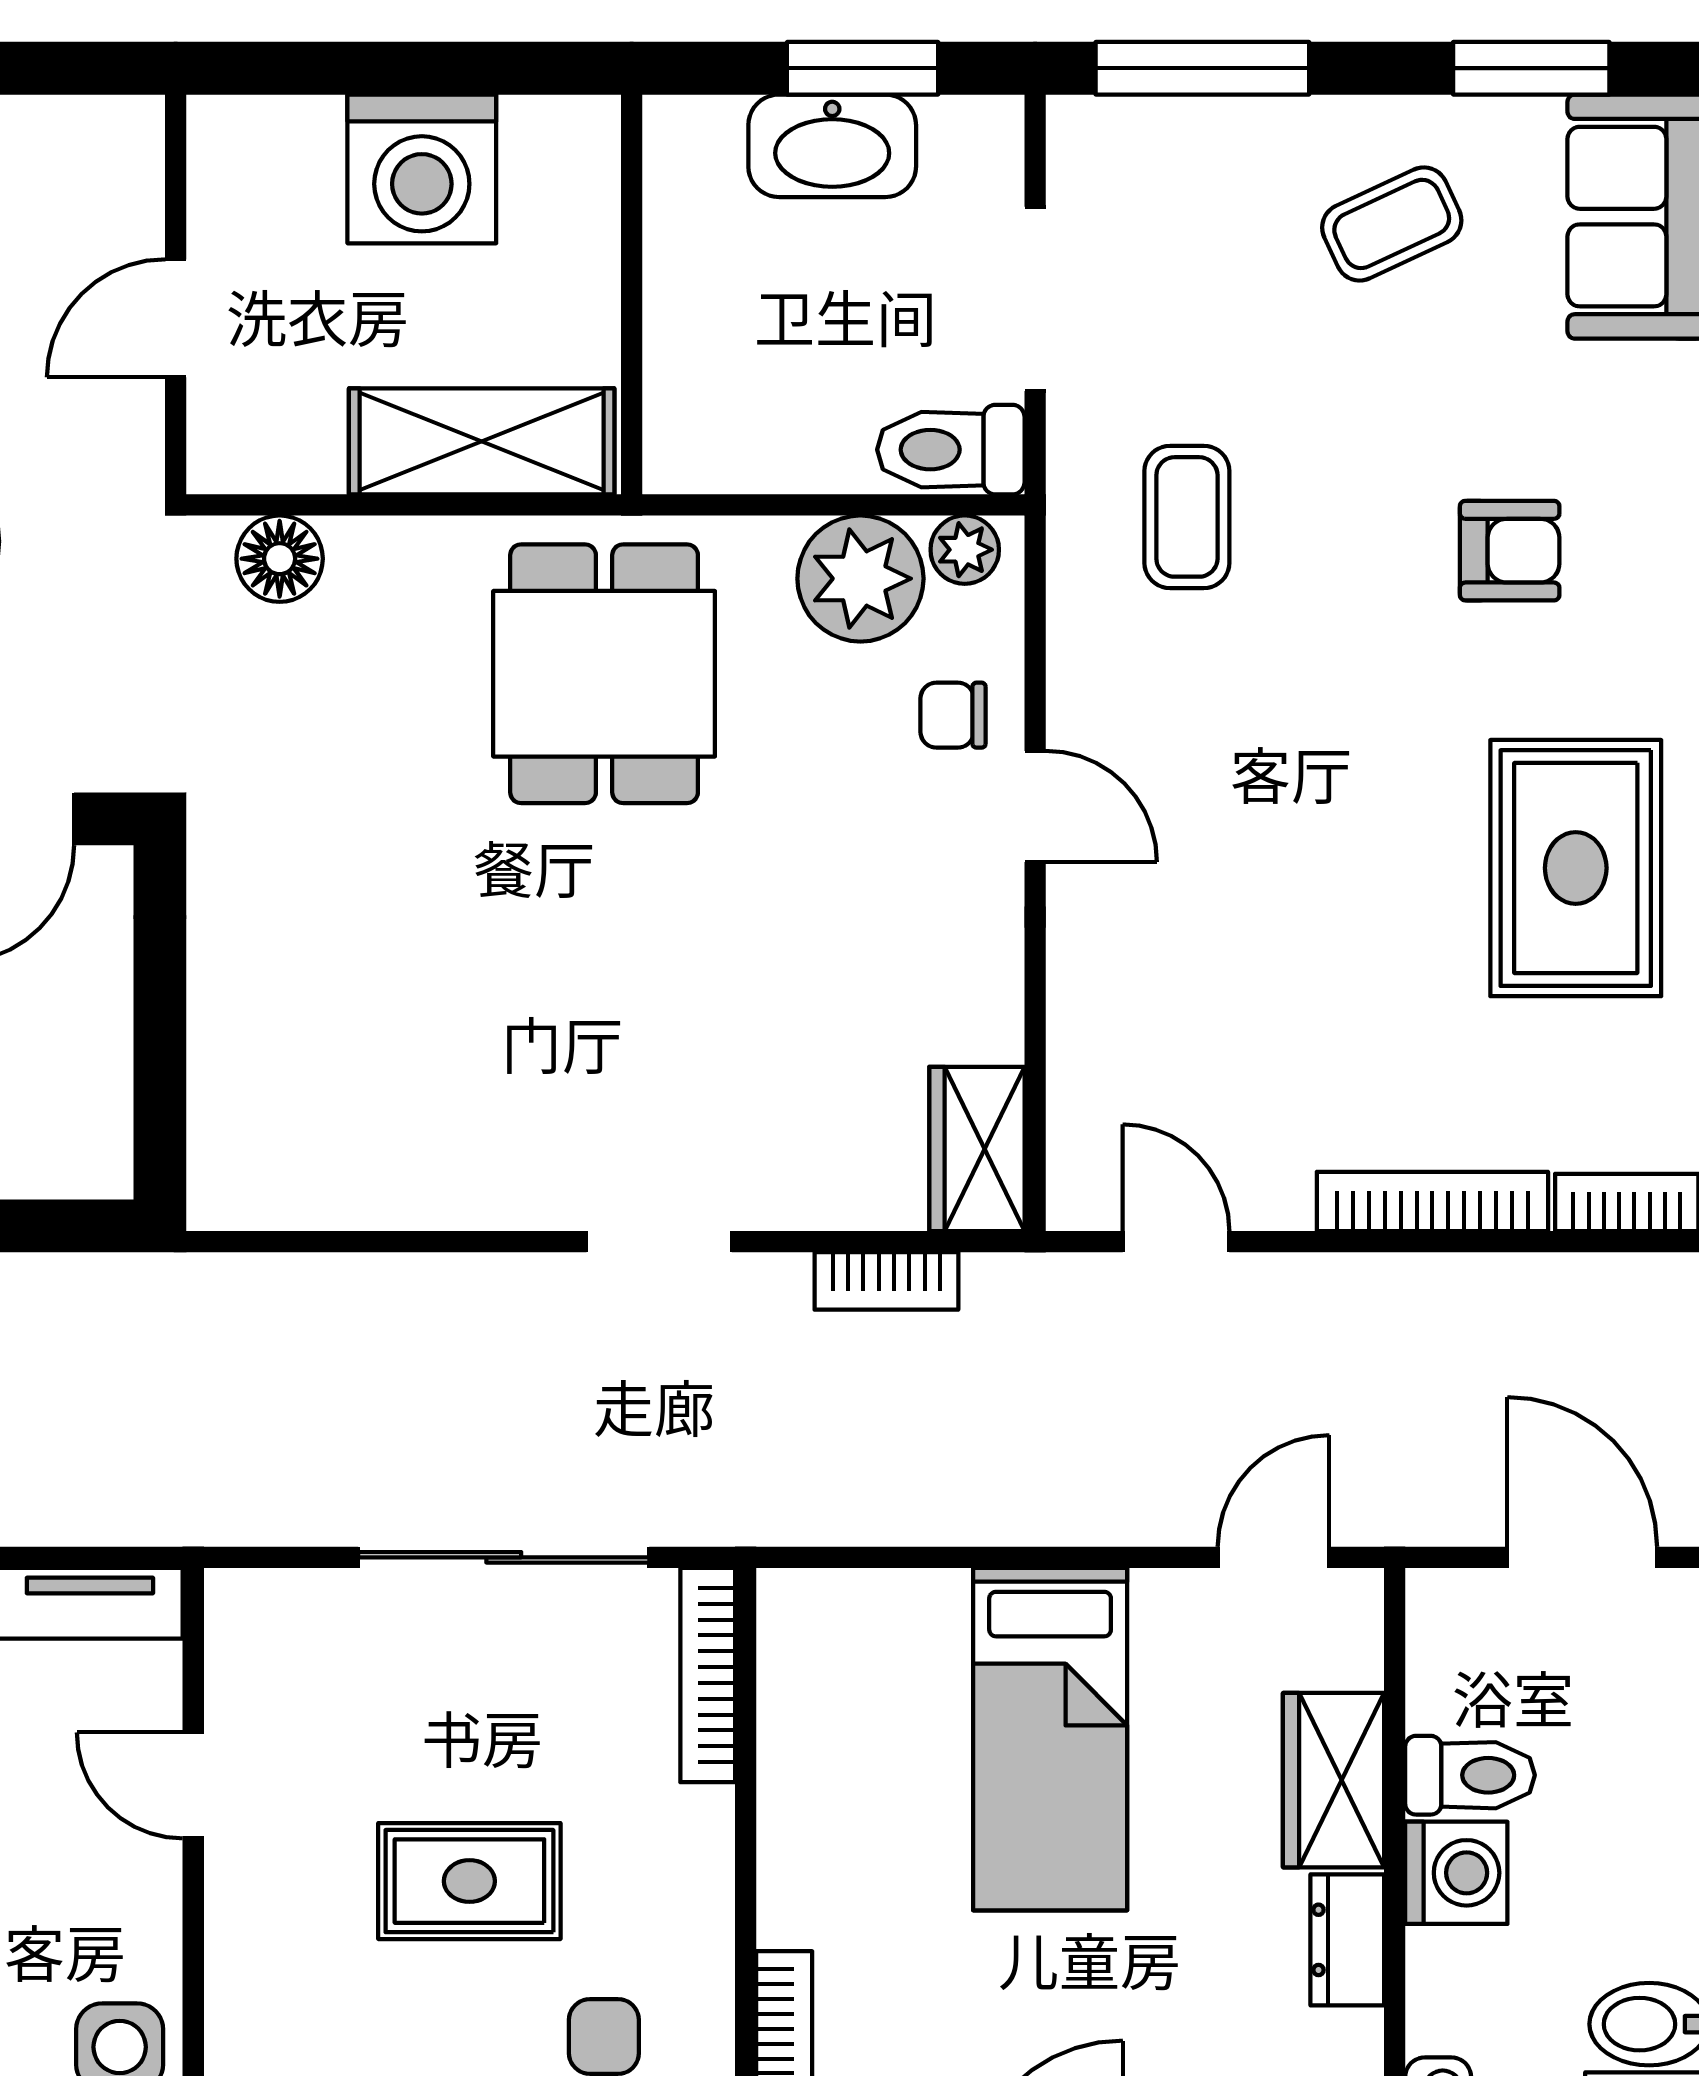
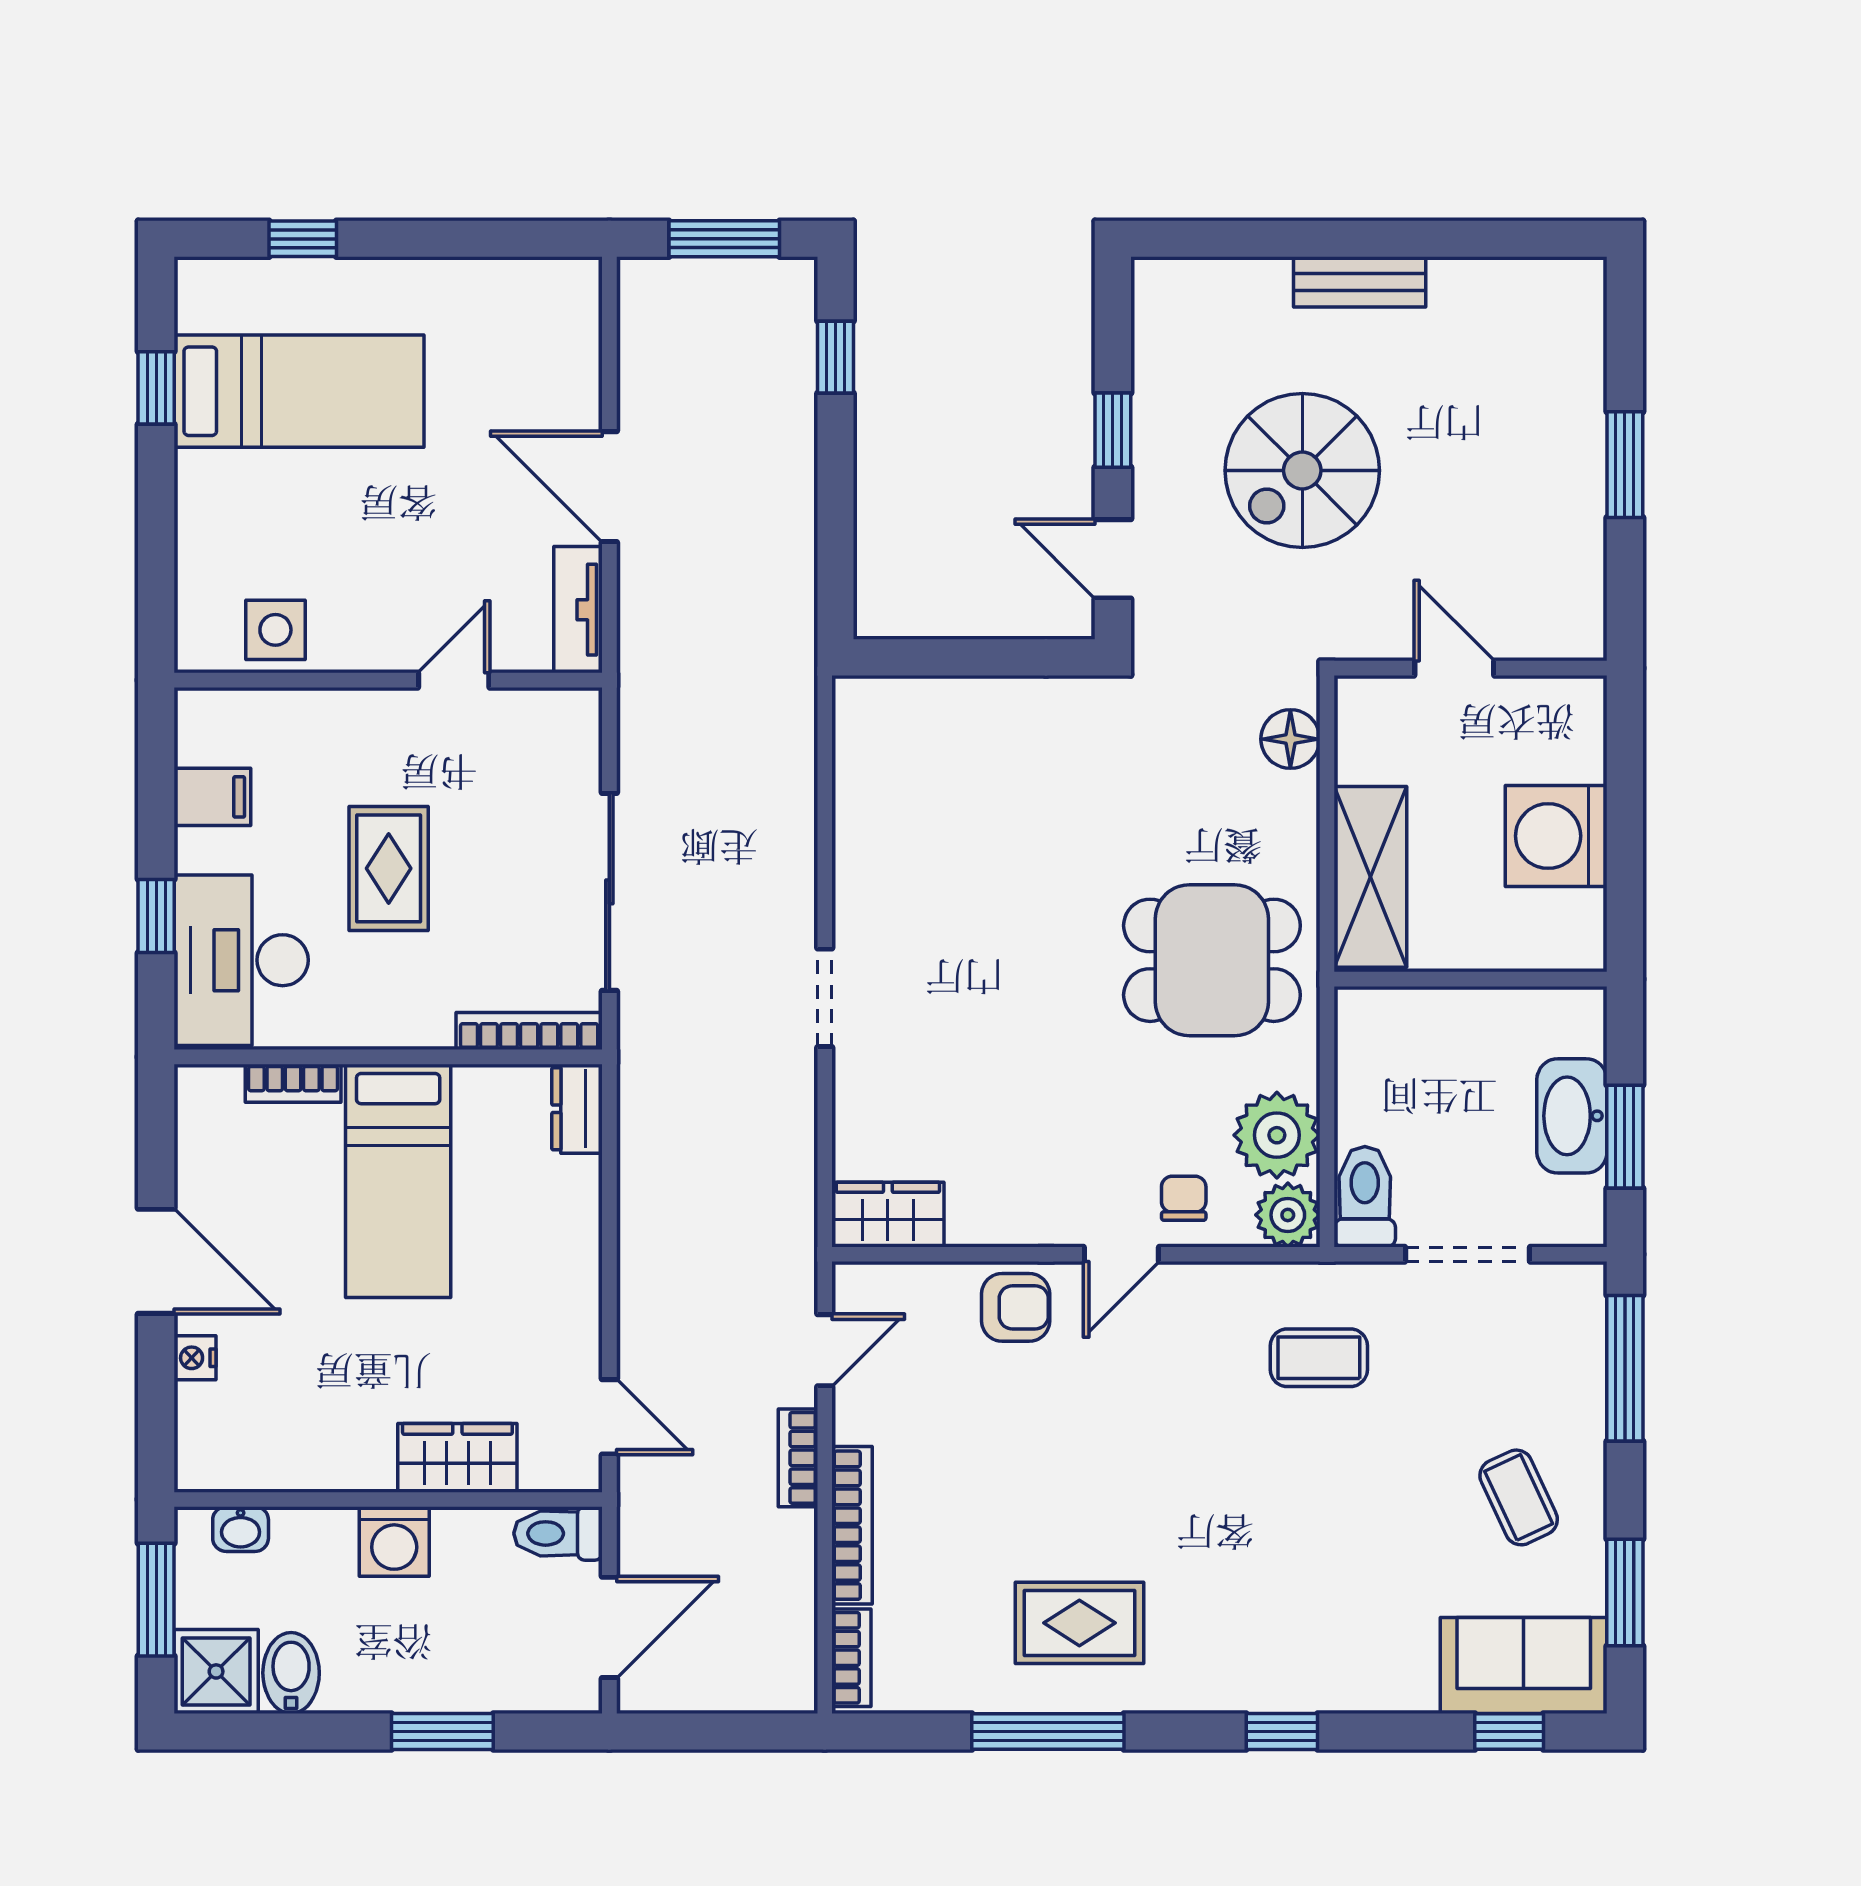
plant: (965, 550) -> (1288, 1215), width x1.38, depth x1.38
armchair: (1510, 551) -> (1016, 1307), moved, turned -90
rug: (1576, 868) -> (1079, 1623), width x0.73, depth x0.70
bookcase: (886, 1281) -> (798, 1458), moved
bed: (1050, 1739) -> (398, 1181), moved, turned -90
toilet: (1470, 1775) -> (558, 1533), moved, turned 90
dresser: (1347, 1940) -> (577, 1109), moved, turned -90

